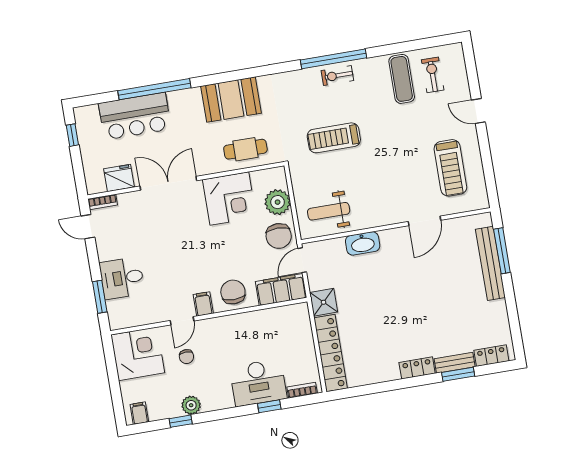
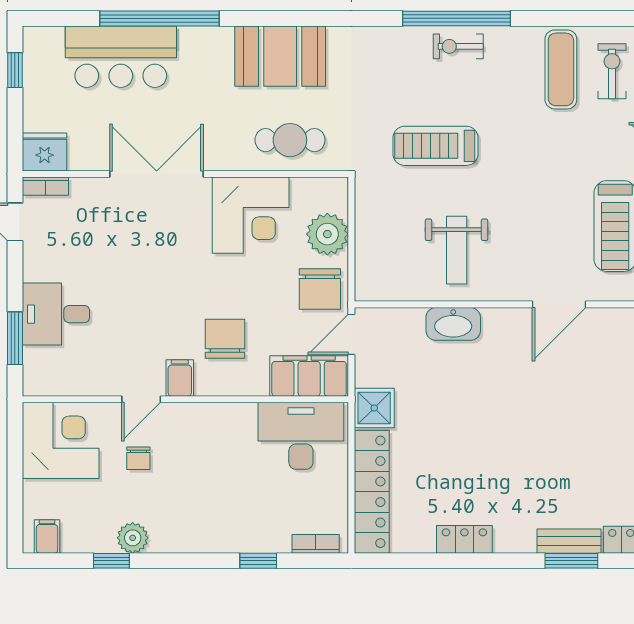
fridge: (119, 178) -> (45, 152), moved
weight bench: (329, 211) -> (457, 250), moved, turned -90
chair: (233, 292) -> (225, 339), moved
locker: (417, 368) -> (464, 539), moved
desk: (258, 383) -> (301, 436), moved, turned 180

